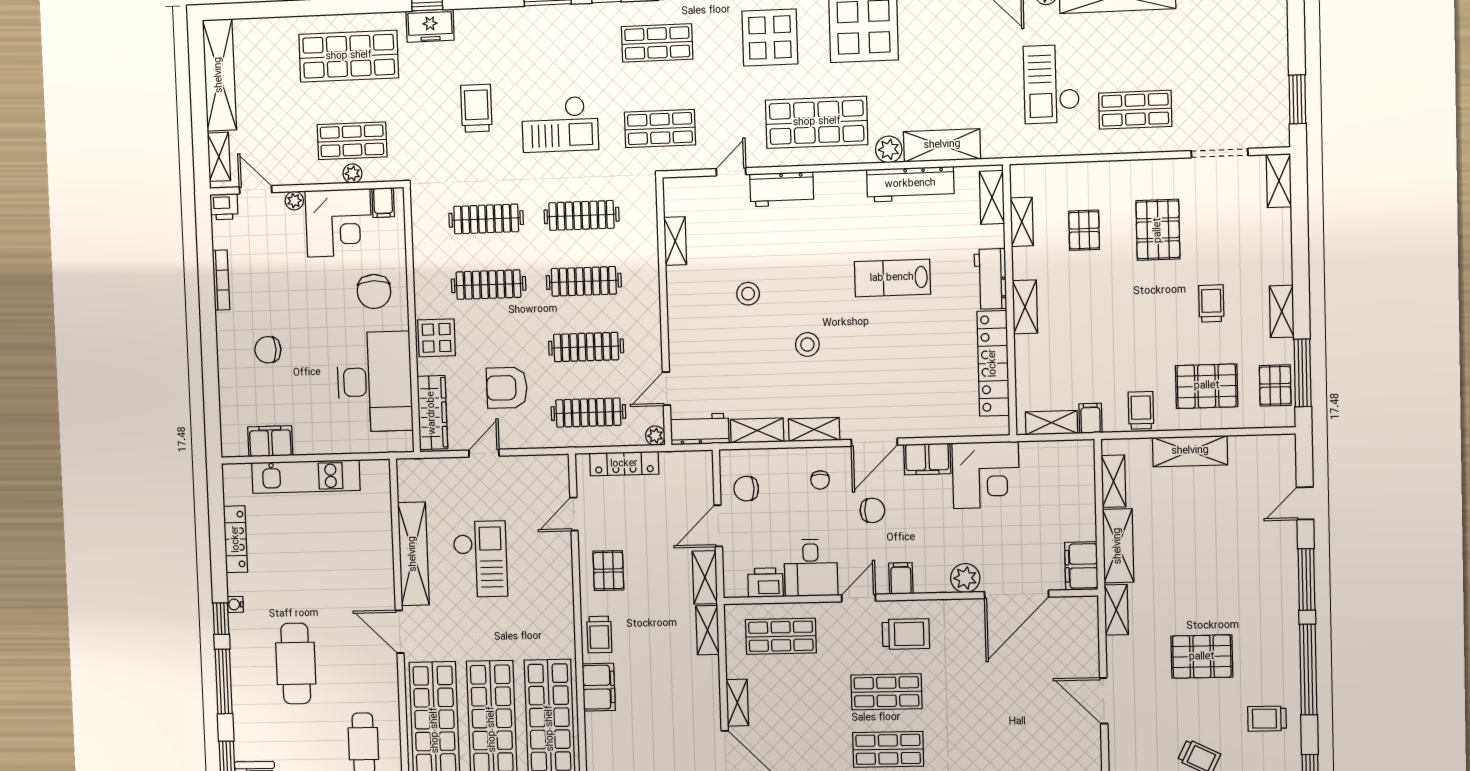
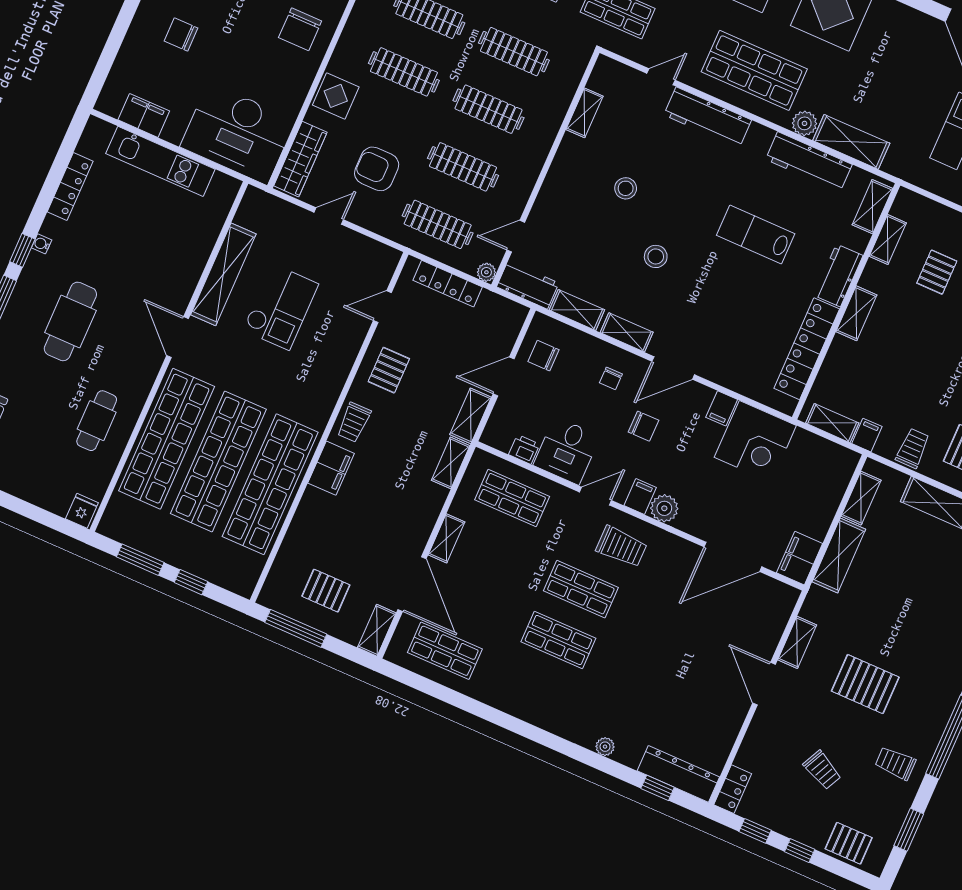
workbench: (782, 189) -> (708, 117), width x1.37
desk: (375, 382) -> (238, 133), moved, turned 90
filing cabinet: (927, 459) -> (722, 408), width x0.50
plant: (965, 578) -> (664, 508), moved
printer: (766, 583) -> (524, 449), width x0.73, depth x0.81
shelving: (1116, 610) -> (797, 642), moved

